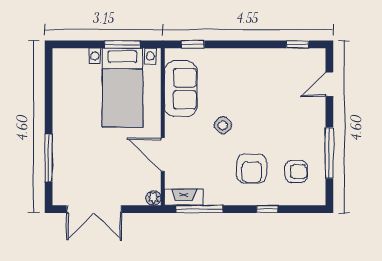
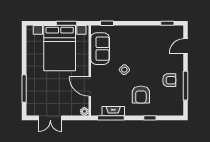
bed with nightstands: (123, 88) -> (60, 48), width x1.36
armchair: (296, 171) -> (169, 80), moved
fireplace: (184, 197) -> (113, 111), moved
double door: (94, 209) -> (50, 118), width x0.73

